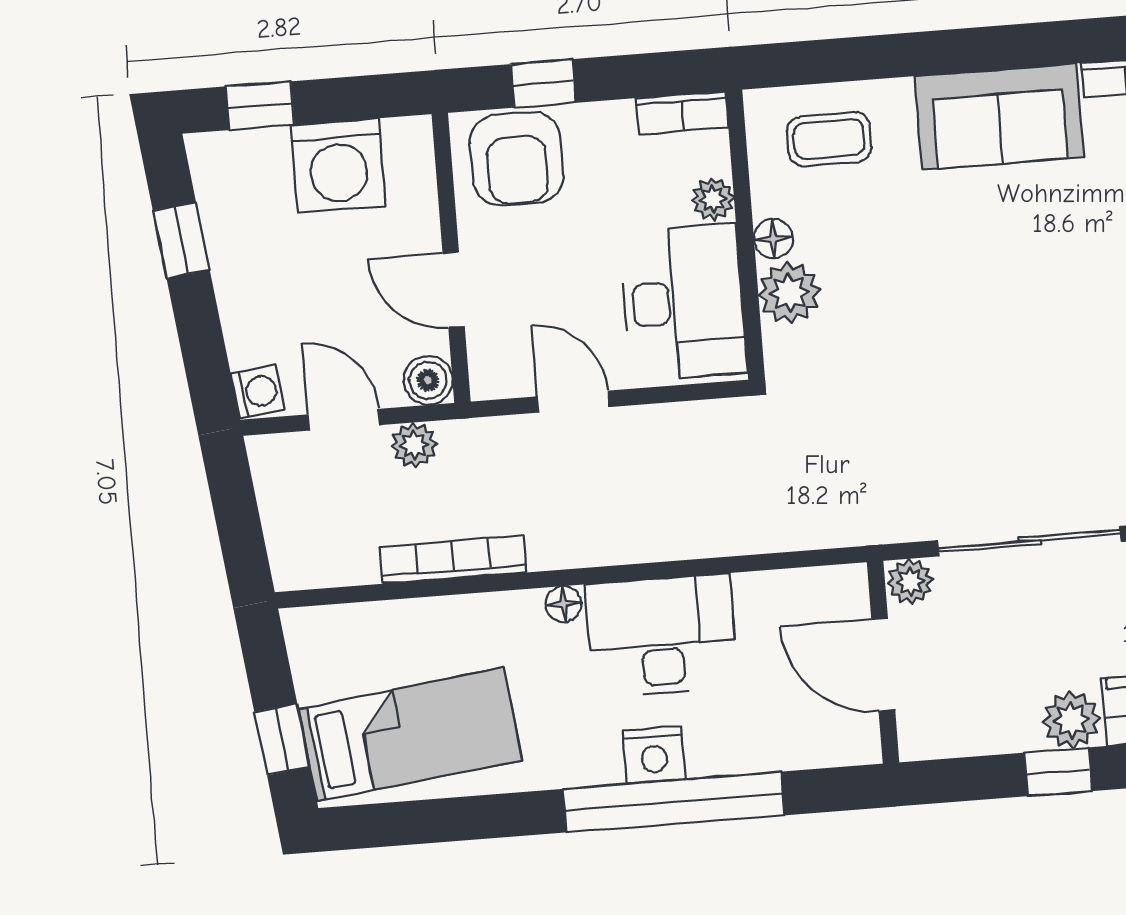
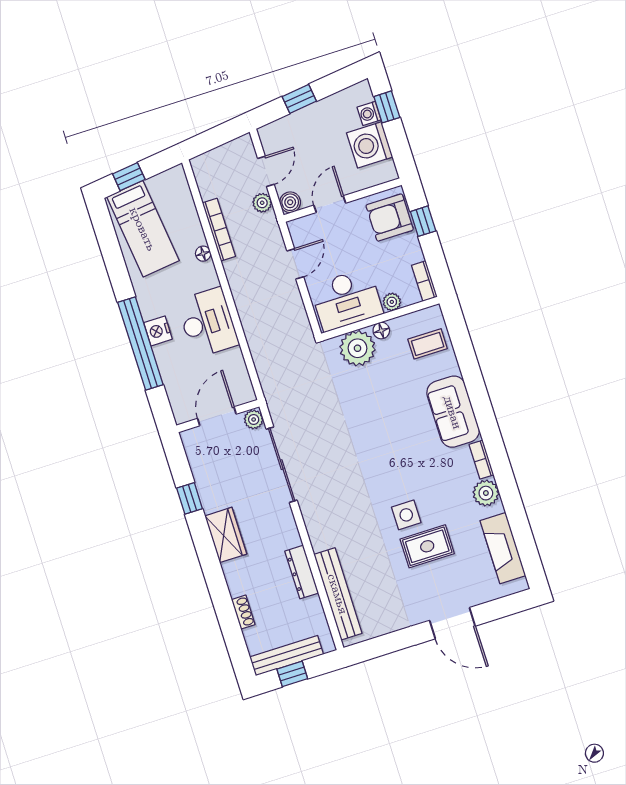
coffee table: (829, 139) -> (428, 344), turned 90
window: (181, 240) -> (299, 99), moved
plant: (789, 293) -> (358, 348), width x1.36, depth x1.36
washing machine: (258, 392) -> (369, 113), moved, turned 97
floor lamp: (564, 604) -> (203, 254), moved
plant: (1071, 720) -> (212, 499), removed

